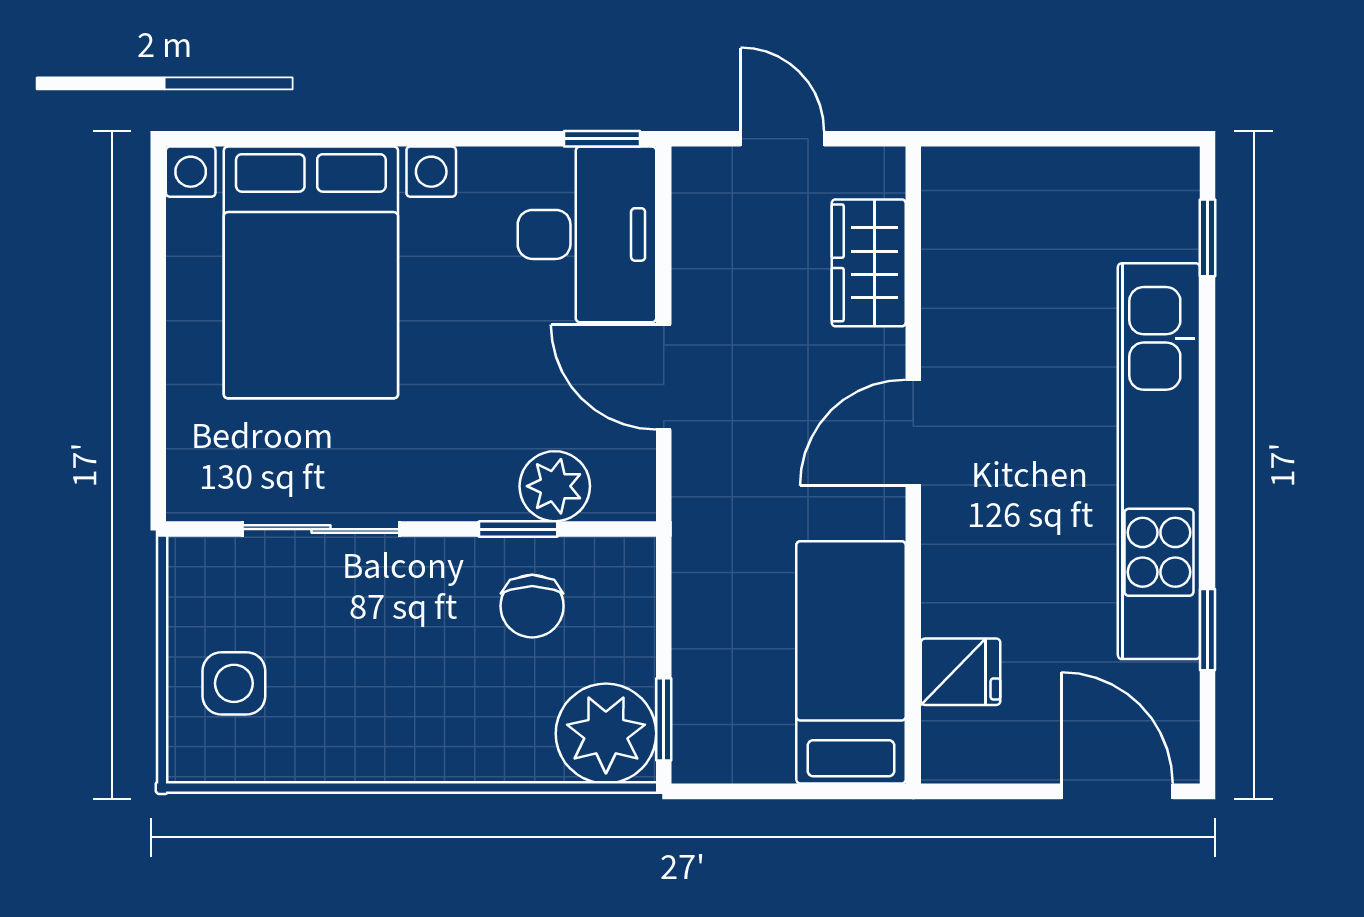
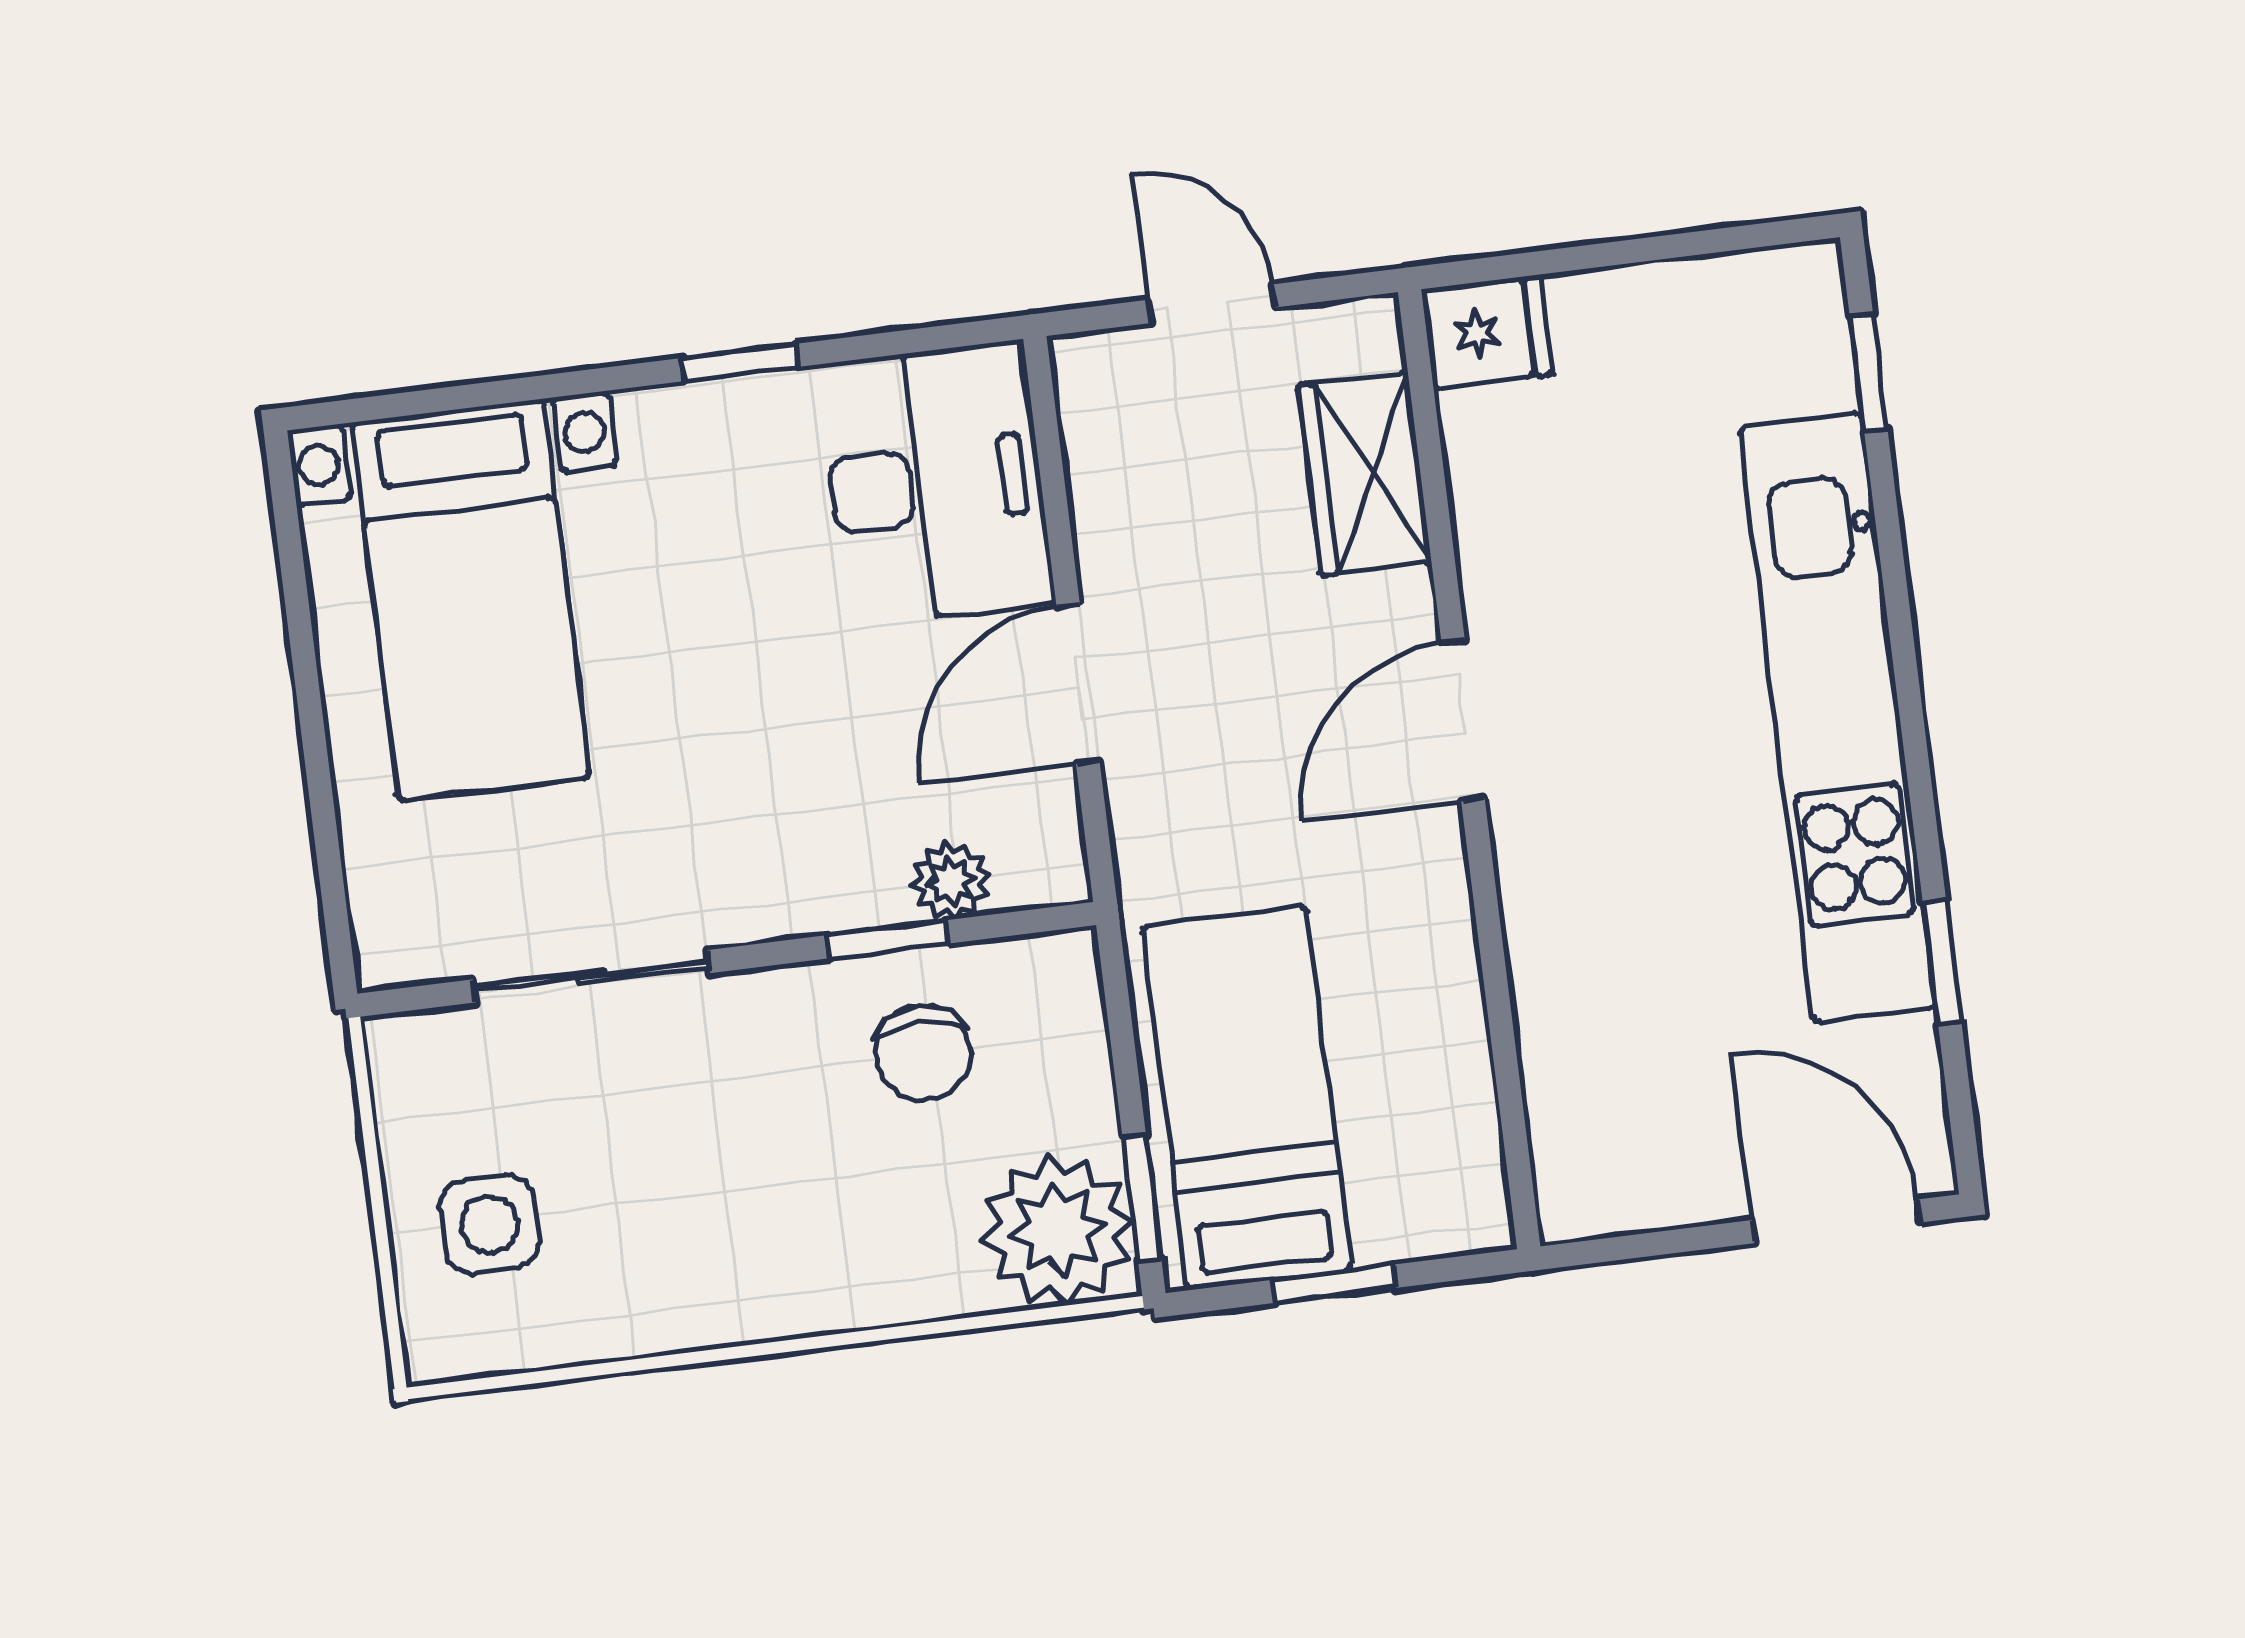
window: (602, 139) -> (740, 362), moved
bed with nightstands: (311, 272) -> (471, 600), width x0.73
door: (664, 377) -> (1078, 684), hinge flipped
plant: (555, 486) -> (951, 881), width x0.73, depth x0.73
bed: (851, 662) -> (1247, 1098), moved
fridge: (961, 672) -> (1487, 332), moved
window: (783, 791) -> (1334, 1284), added

